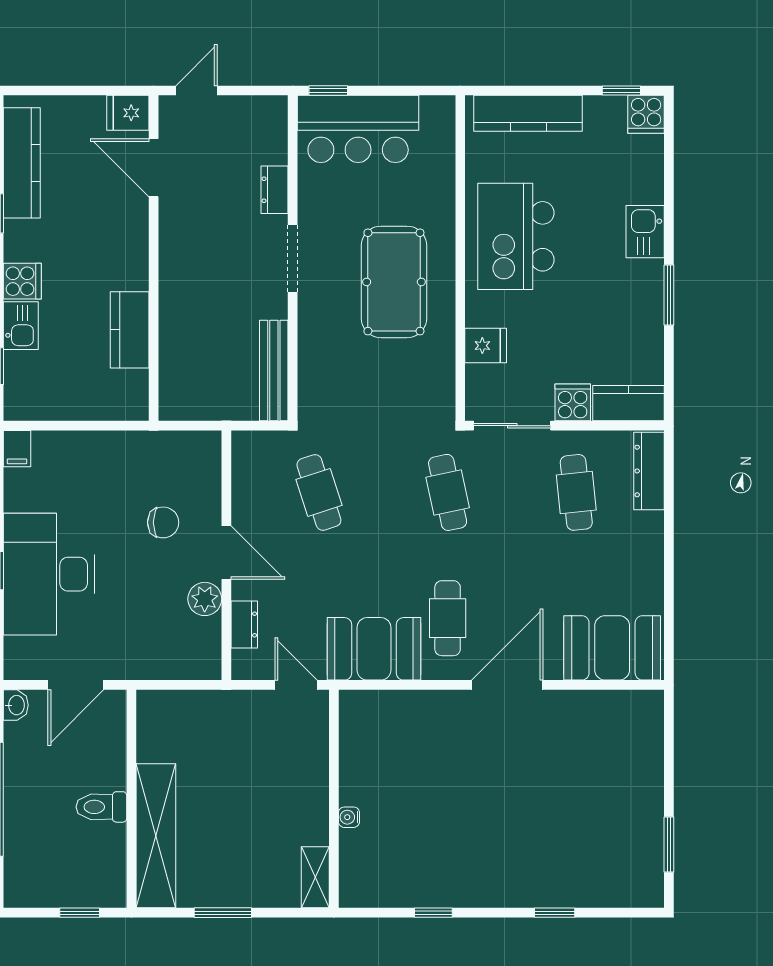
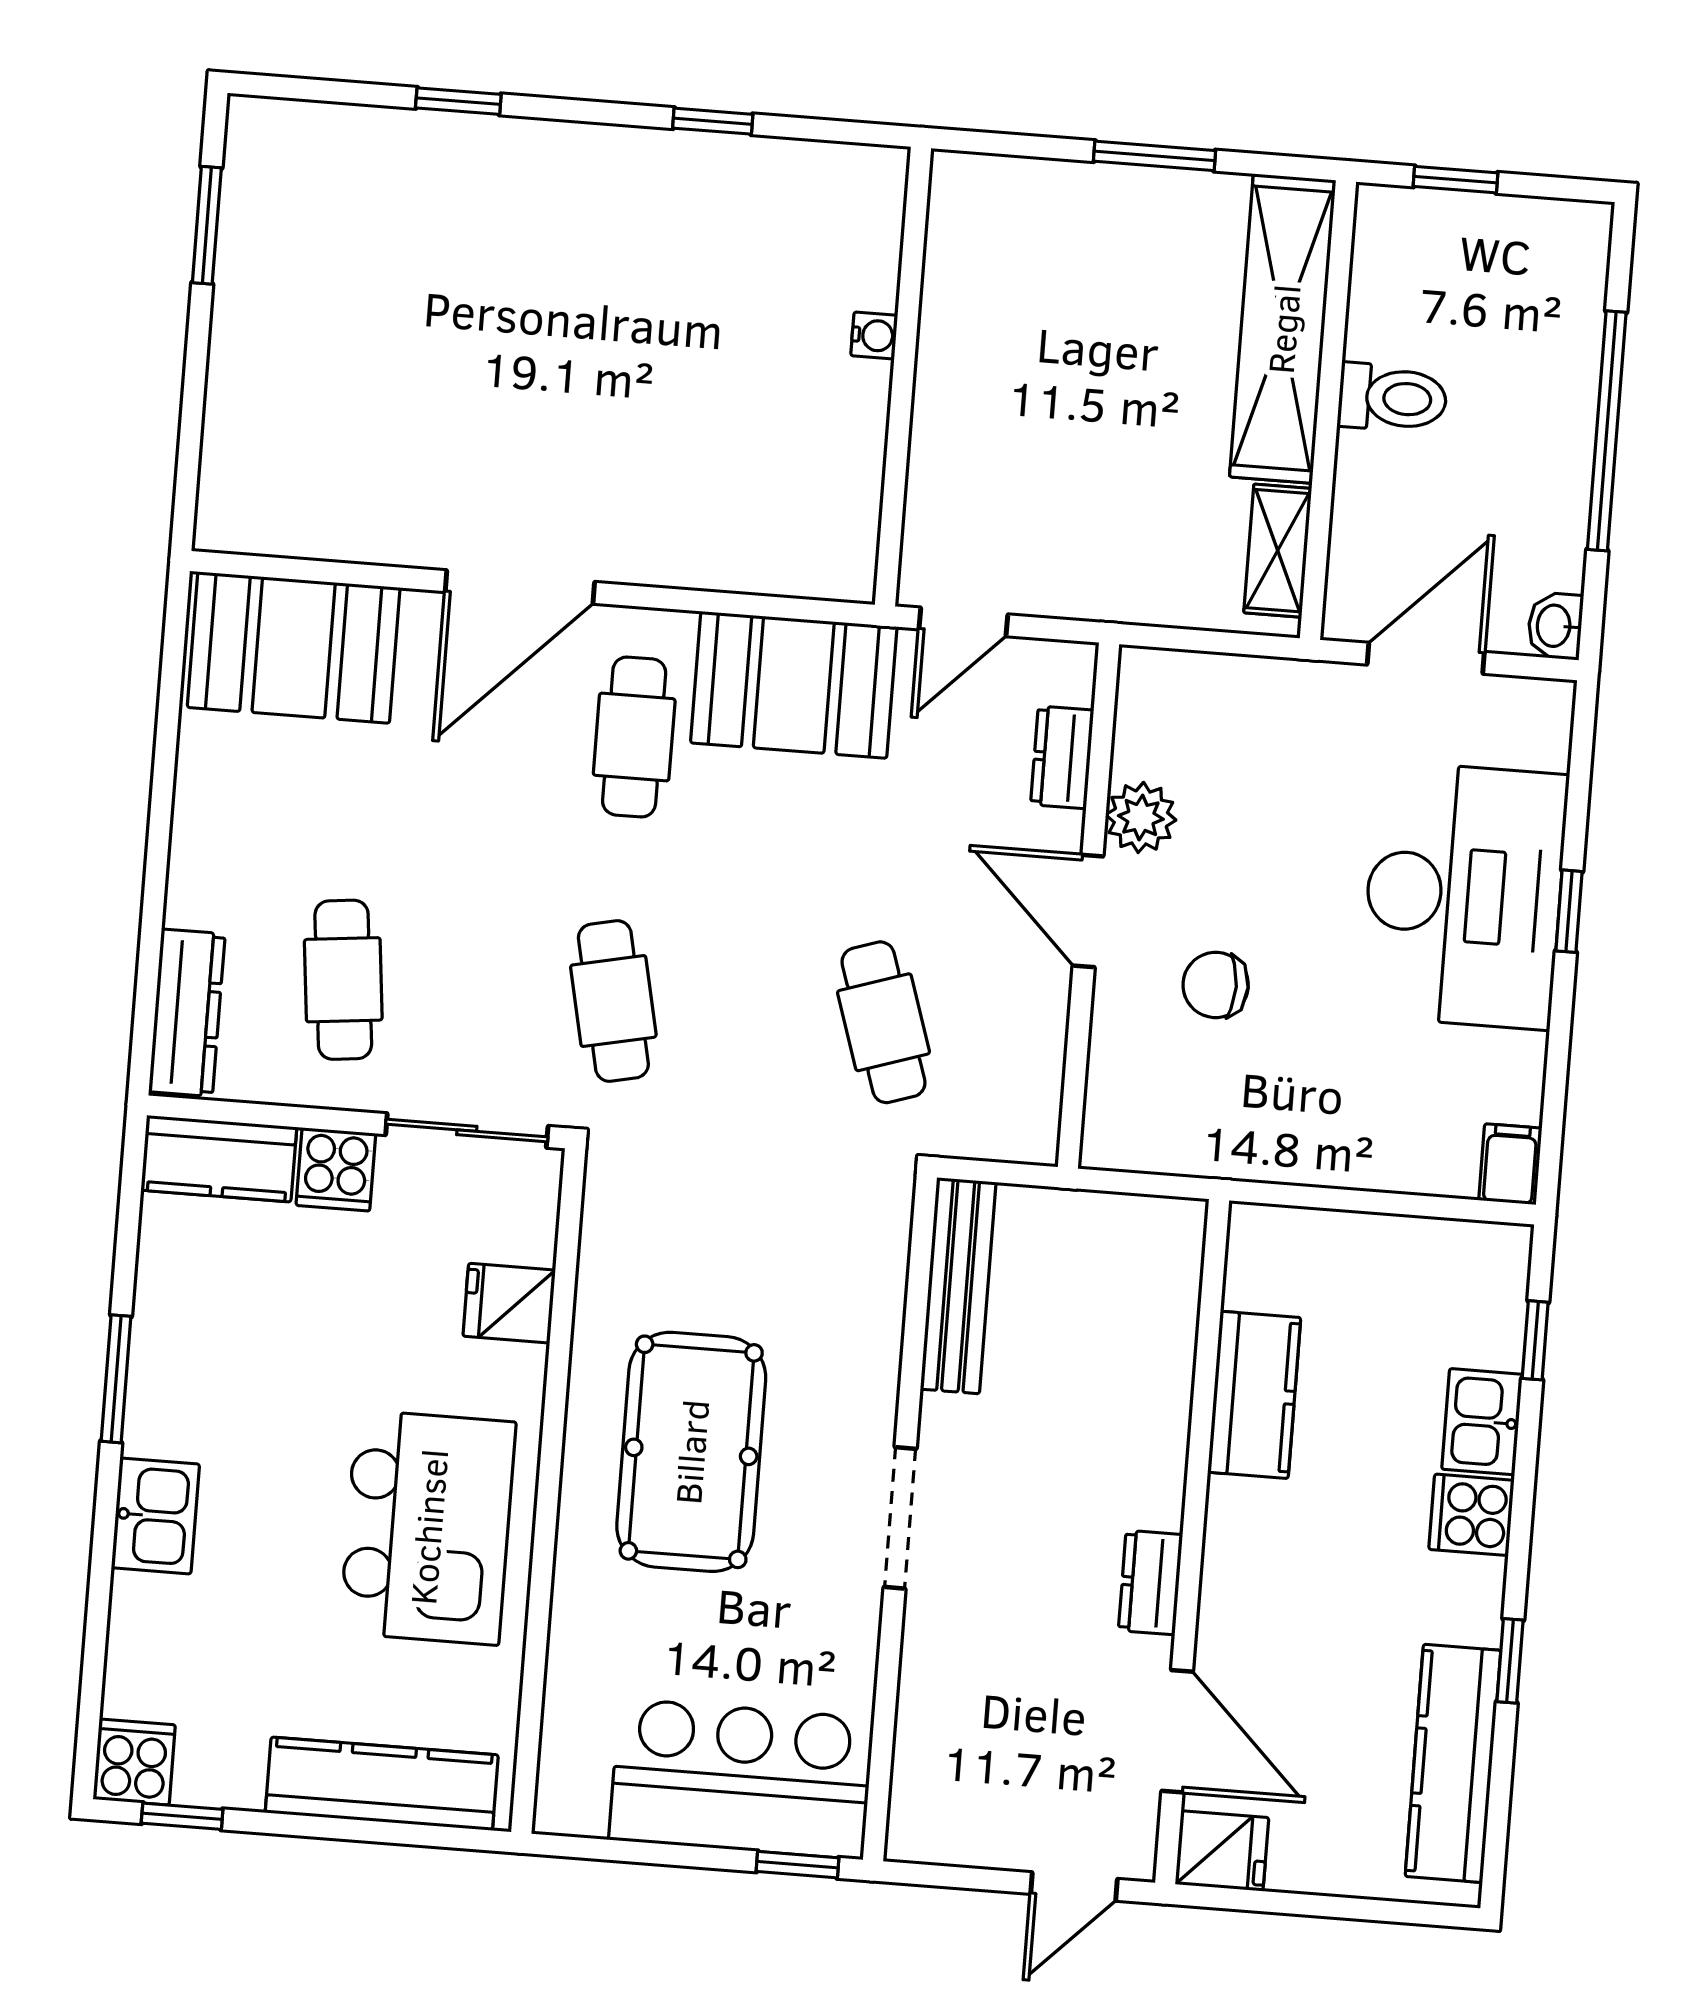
dresser: (274, 190) -> (1150, 1583), moved, turned 180
door: (296, 685) -> (963, 622), hinge flipped
shelving: (315, 877) -> (1278, 551), moved

